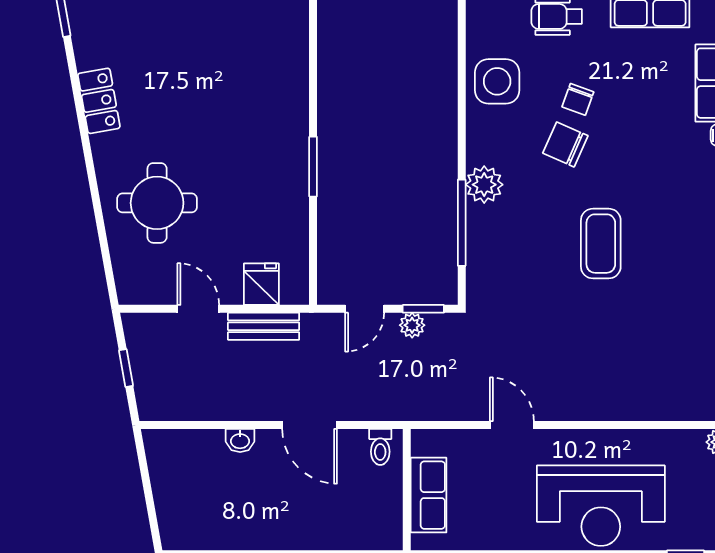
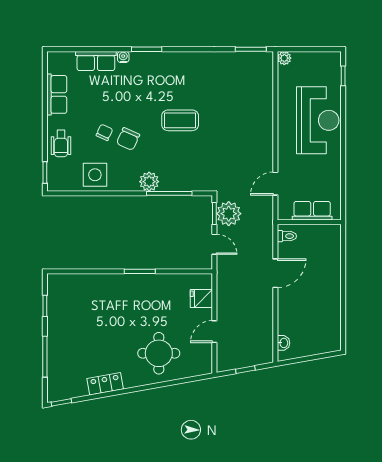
chair: (578, 99) -> (104, 132), turned -85
plant: (412, 325) -> (229, 214), width x1.88, depth x1.88
bench: (264, 326) -> (224, 297), removed
door: (512, 425) -> (275, 184), moved
washbasin: (240, 440) -> (283, 343), moved

